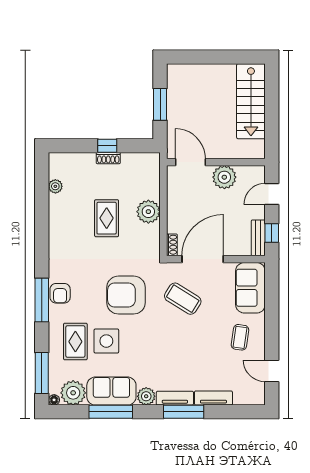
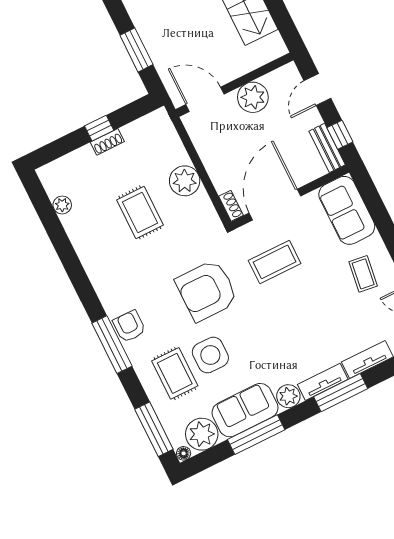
armchair: (60, 293) -> (129, 326), turned 180
coffee table: (183, 299) -> (275, 262), turned -32

